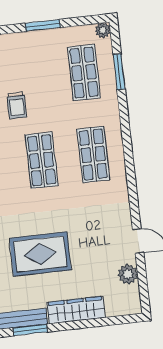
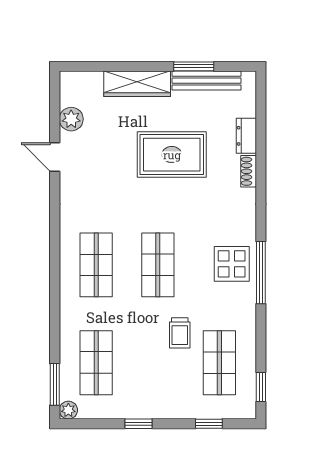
window: (43, 25) -> (139, 424), width x0.67
window: (119, 72) -> (55, 384), moved
trolley: (17, 105) -> (180, 333), turned 180

